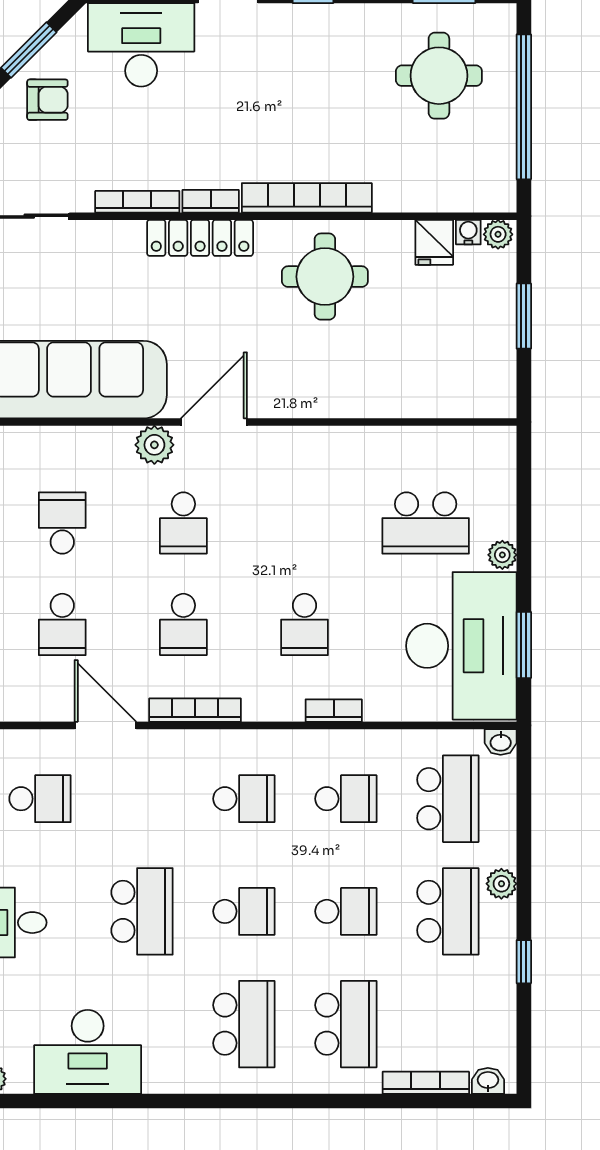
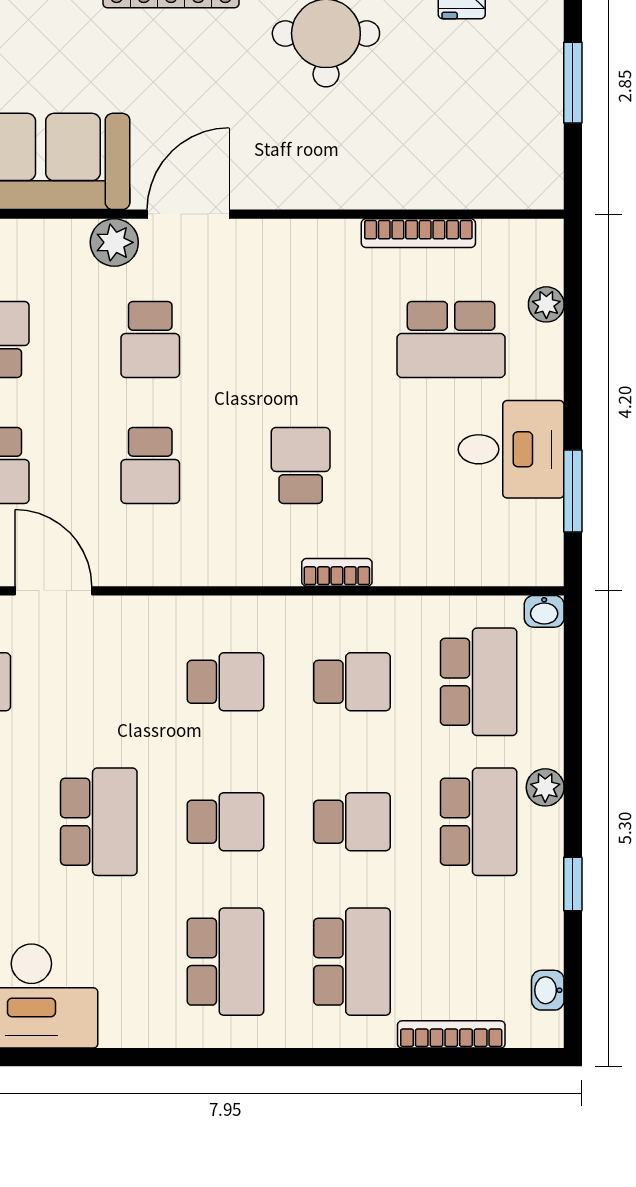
plant: (502, 555) -> (546, 304), moved
school desk: (304, 624) -> (301, 465), turned 180
desk: (461, 646) -> (511, 449), width x0.53, depth x0.77
bookcase: (195, 710) -> (418, 233), moved, turned 180
washbasin: (488, 1081) -> (548, 990), moved, turned -90

